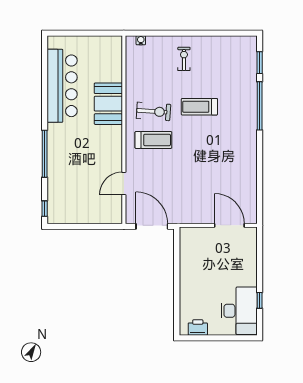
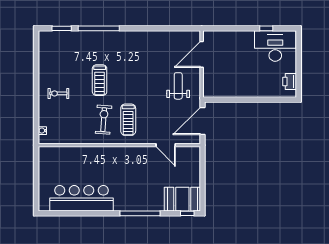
booth: (108, 104) -> (182, 199), moved
treadmill: (153, 140) -> (128, 120), turned 180
weight bench: (193, 198) -> (178, 86), added

